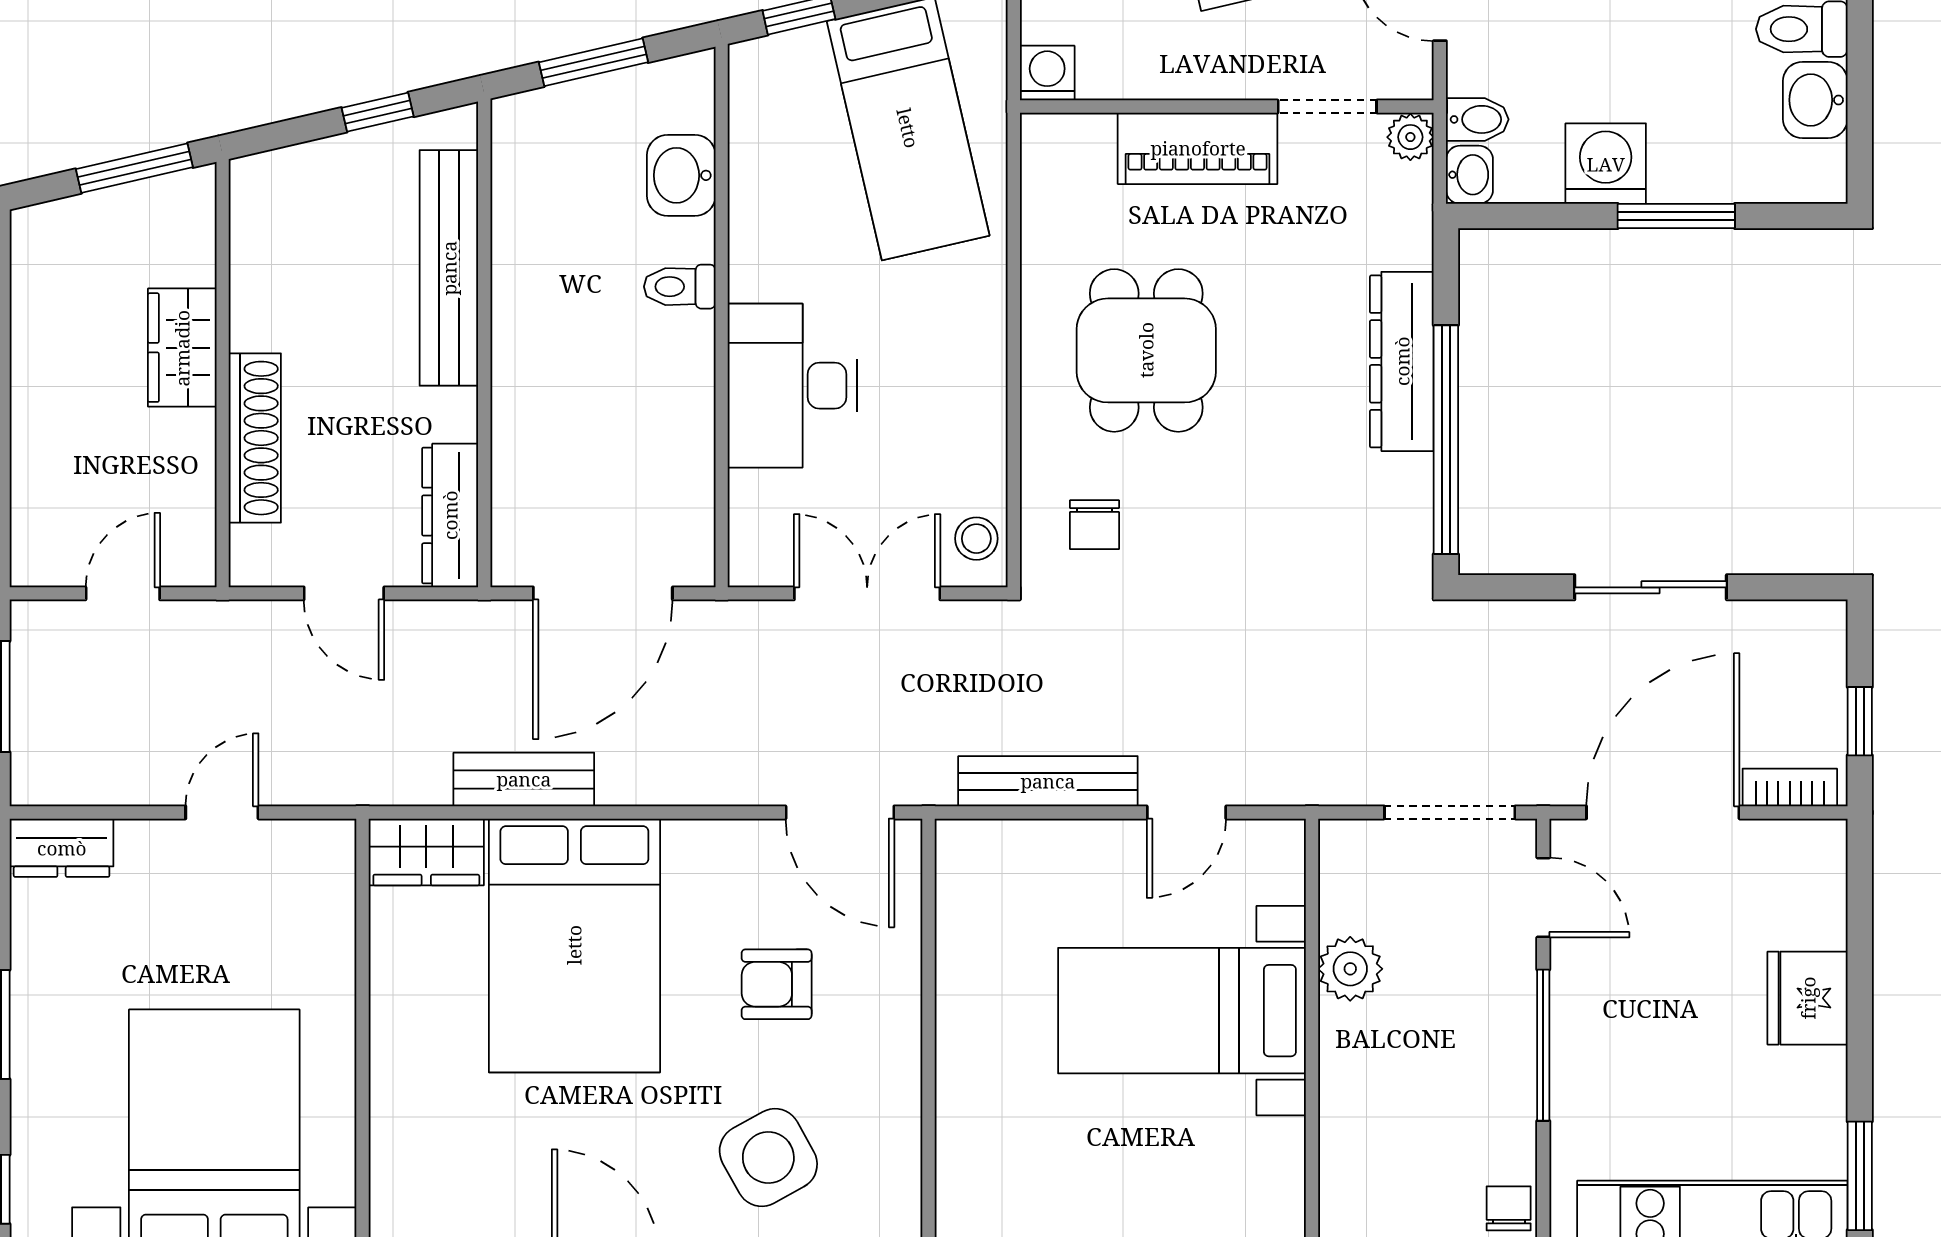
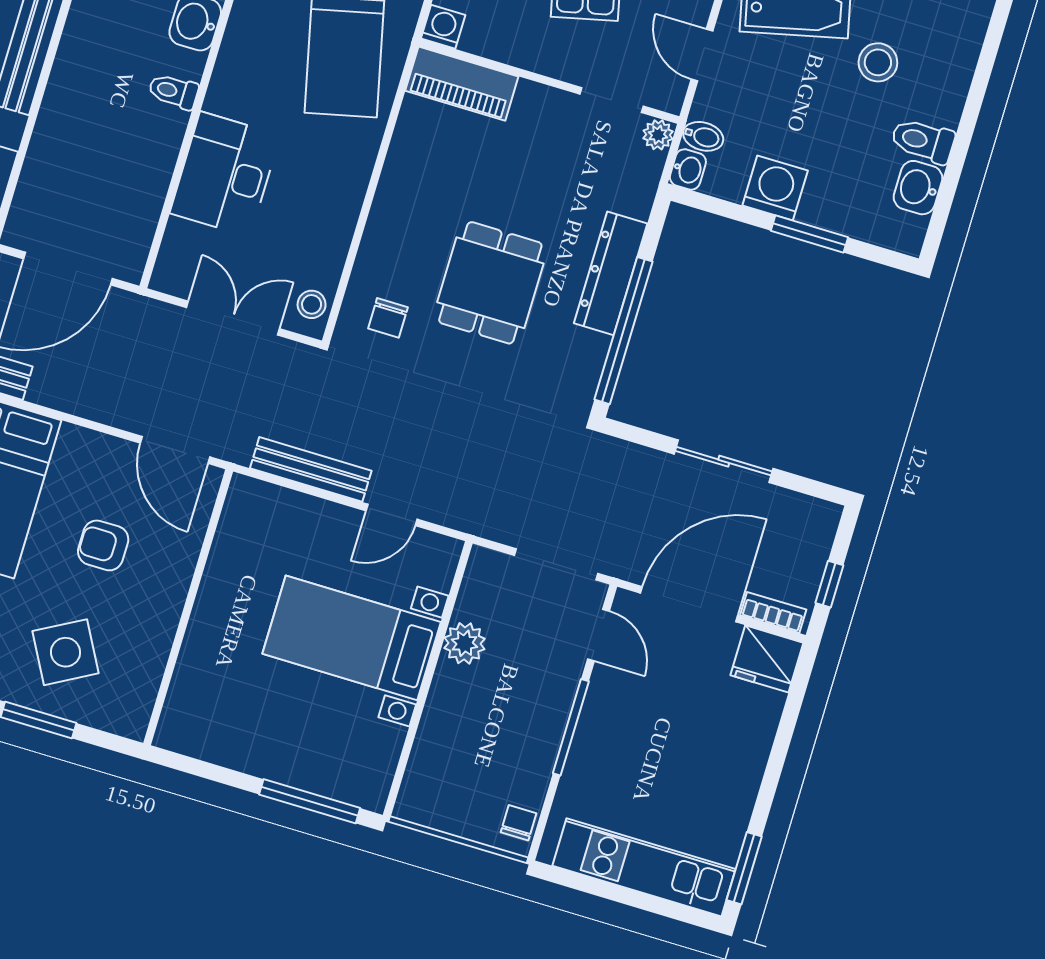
piano: (1198, 148) -> (462, 84), moved
dining table: (1146, 350) -> (490, 283), moved
fridge: (1808, 998) -> (767, 659), moved, turned -90

